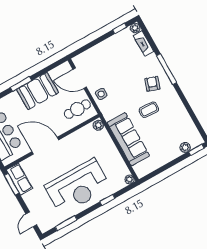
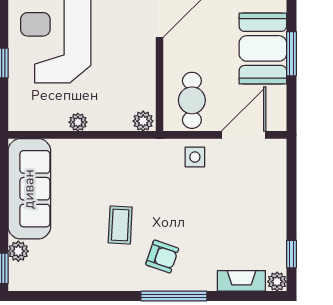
window: (21, 84) -> (291, 54), moved
sofa: (128, 139) -> (29, 189), moved, turned -90
plant: (129, 179) -> (78, 122), moved

